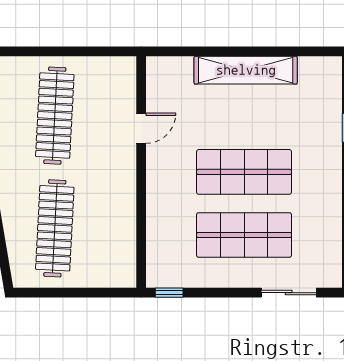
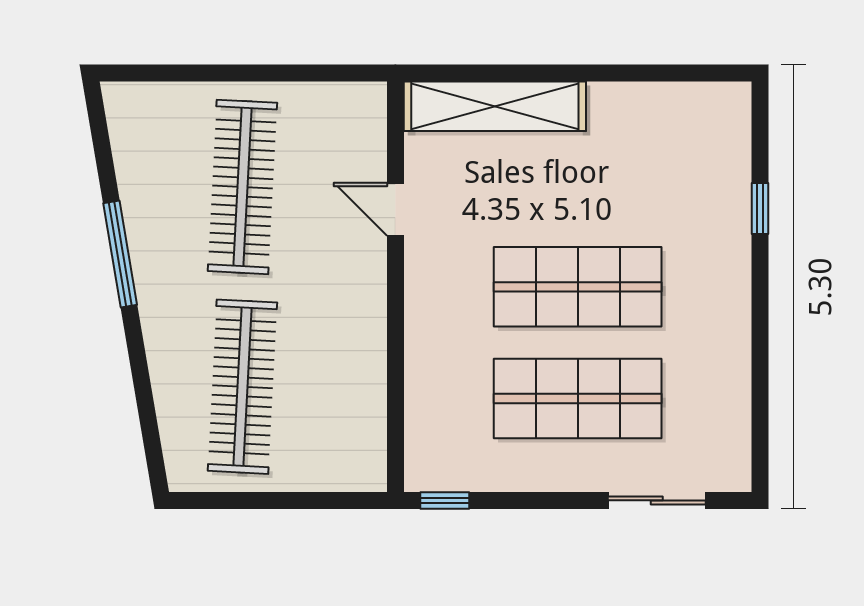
shelving: (246, 70) -> (495, 106), moved
door: (141, 128) -> (395, 209), swing flipped

